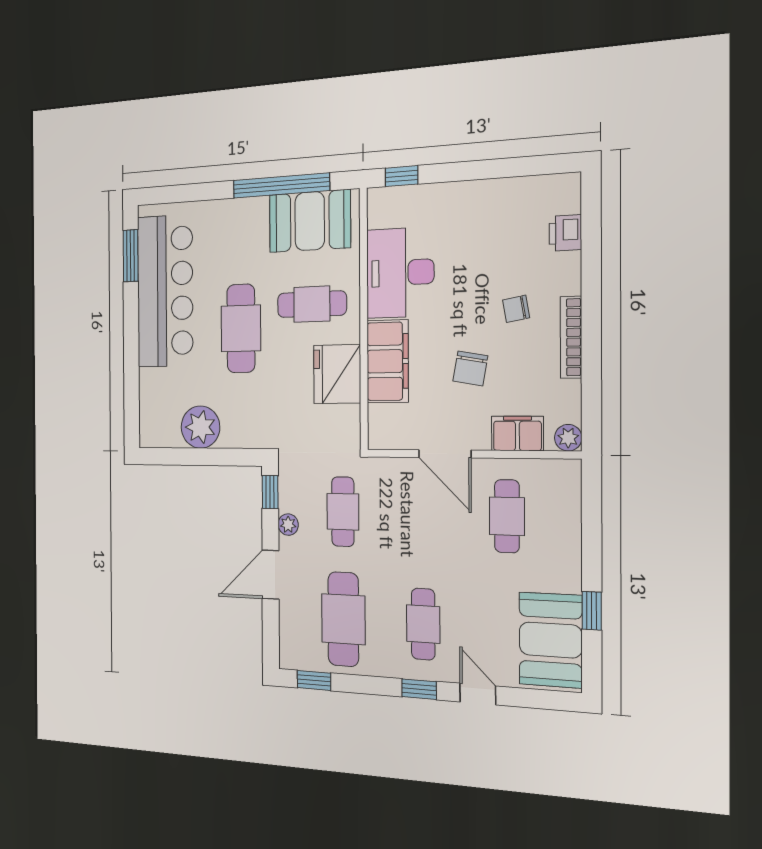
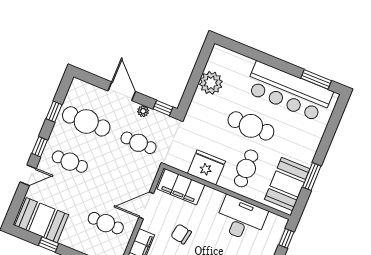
window: (281, 186) -> (312, 176), width x0.47
filing cabinet: (388, 361) -> (181, 187), moved
window: (314, 680) -> (54, 112), moved

